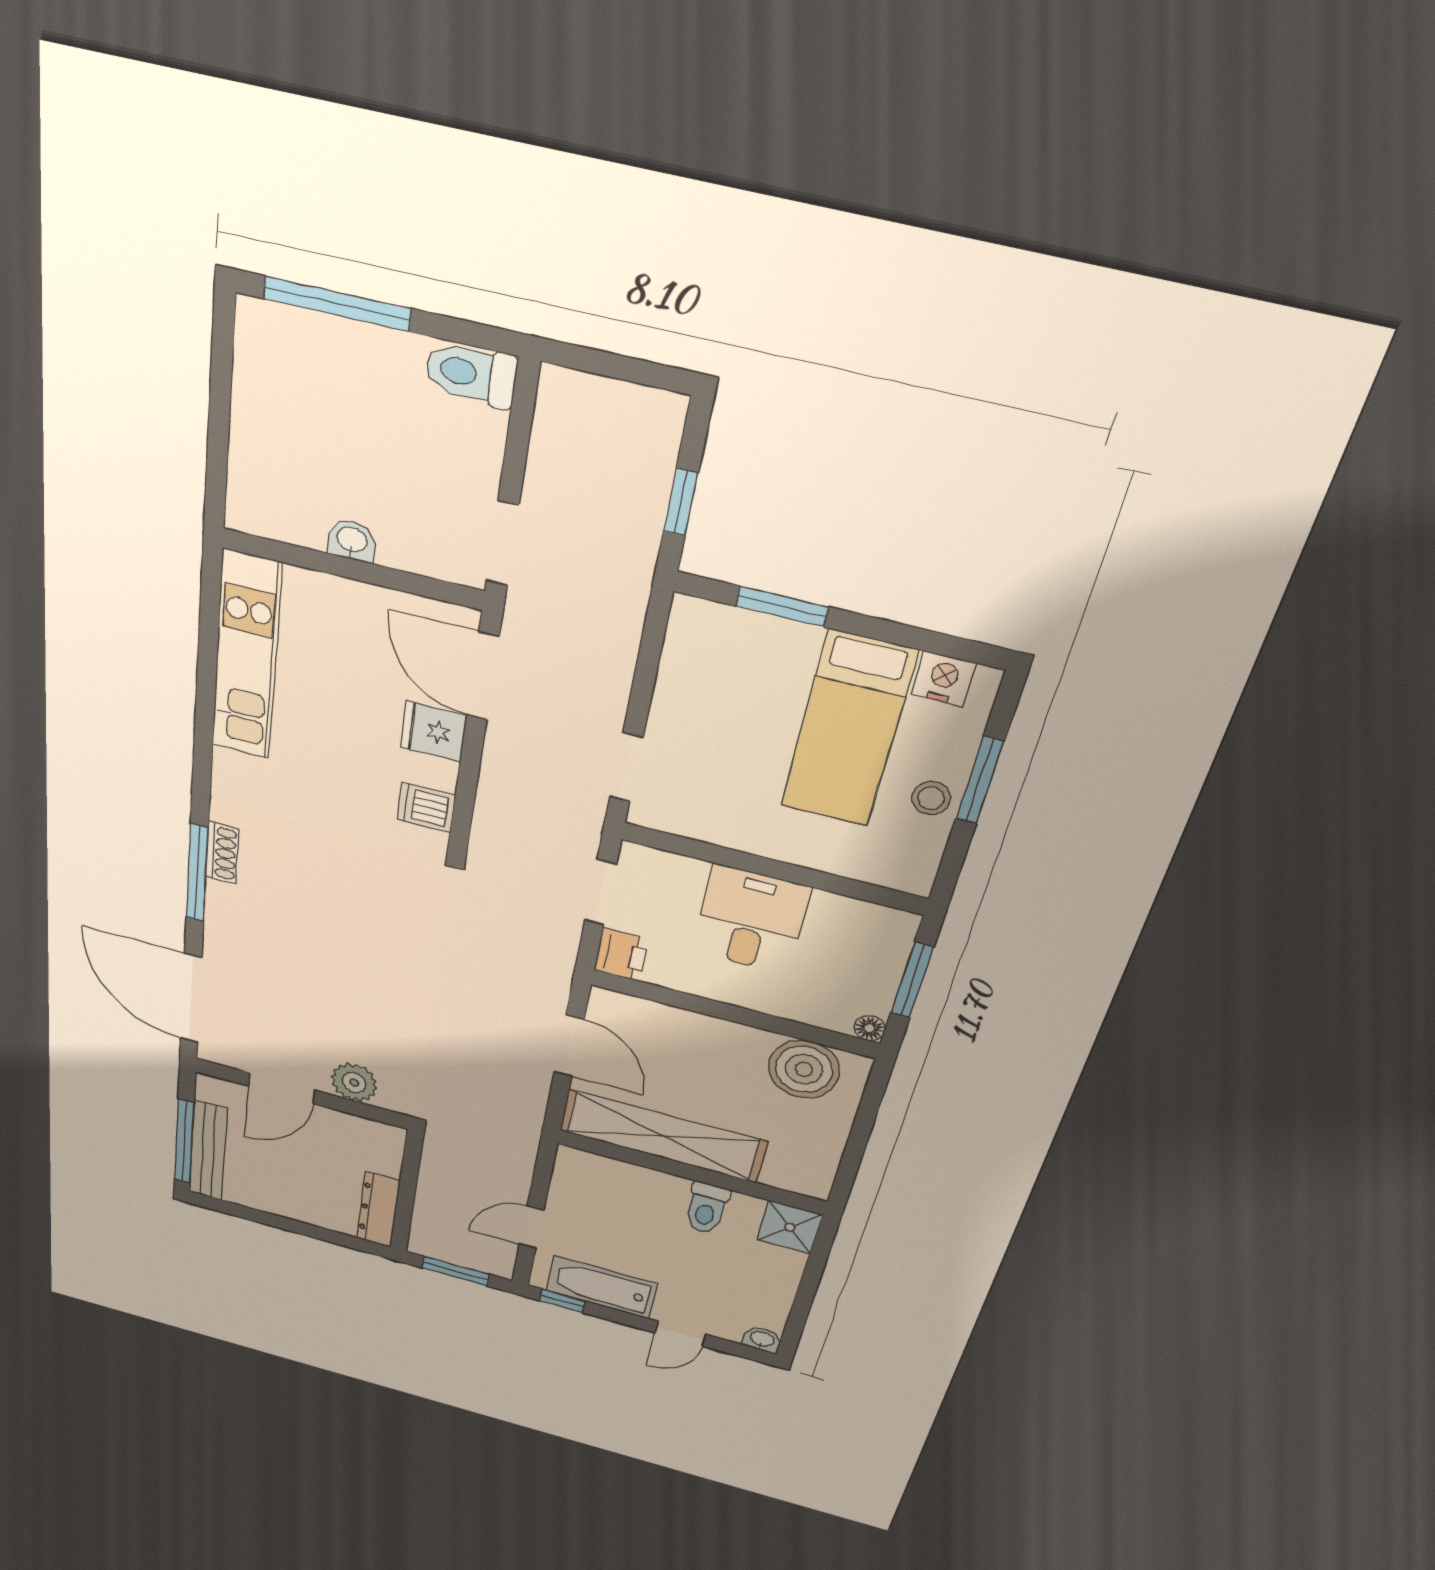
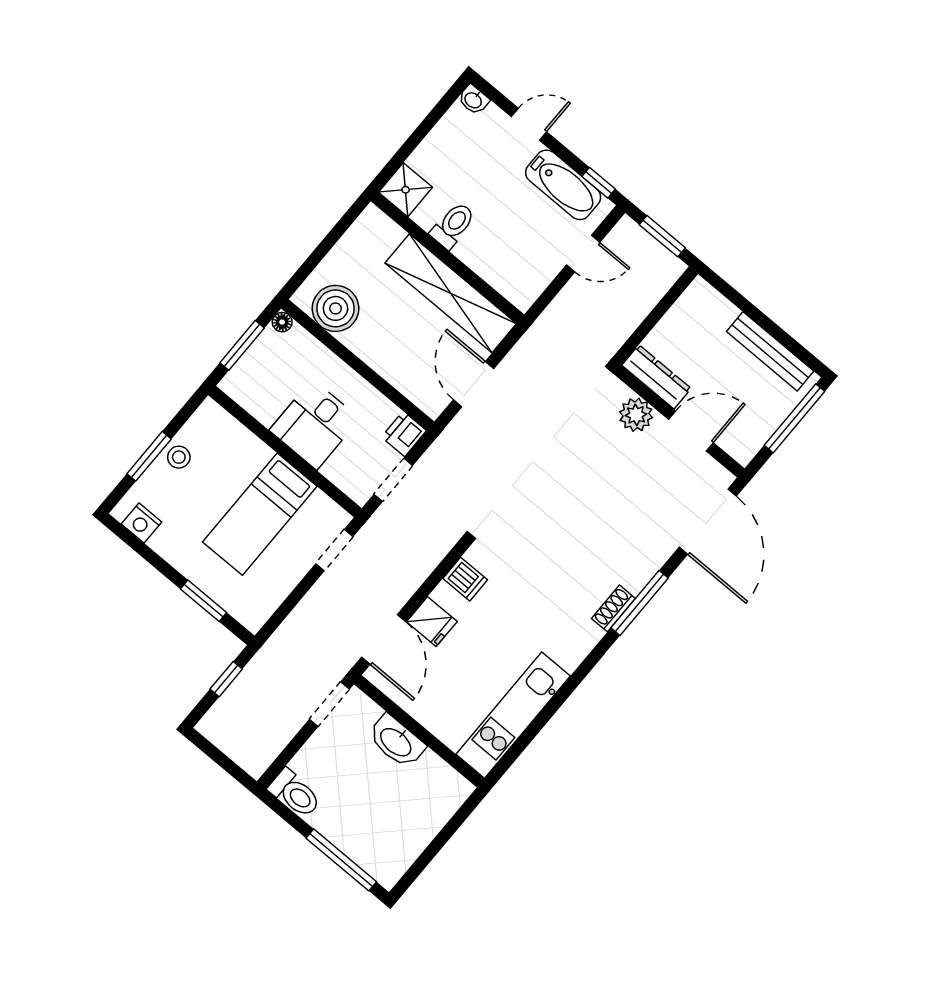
washbasin: (352, 540) -> (396, 741), width x1.91, depth x1.45
bed: (848, 730) -> (260, 514), moved, turned 180
bench: (208, 1150) -> (770, 351), moved, turned 90
dresser: (378, 1210) -> (656, 377), moved, turned -90

